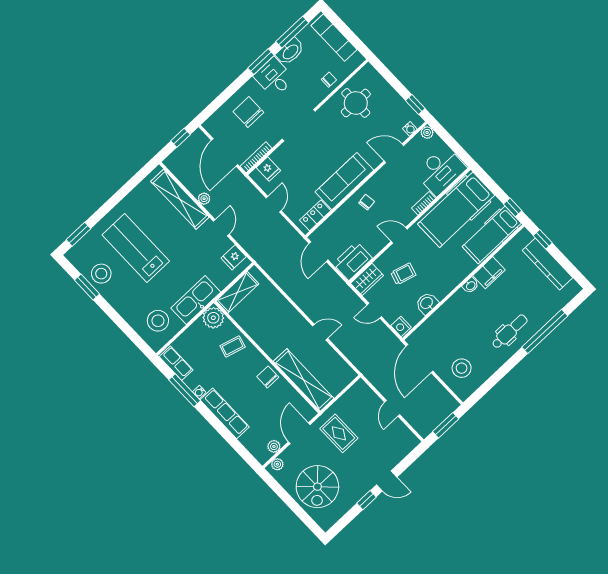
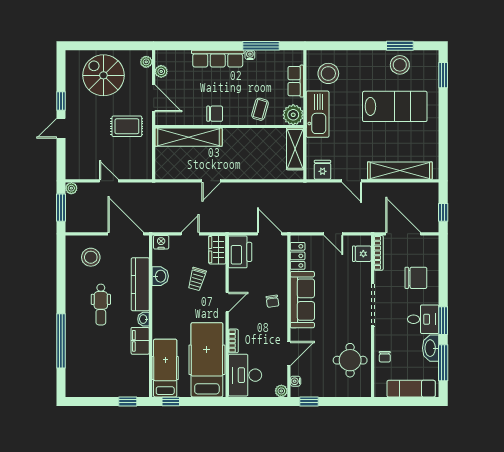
plant: (204, 199) -> (71, 188), moved
kitchen counter: (547, 264) -> (140, 284), moved, turned -90
dental chair: (510, 332) -> (101, 305), moved
row of seats: (176, 363) -> (296, 81), moved, turned 90

